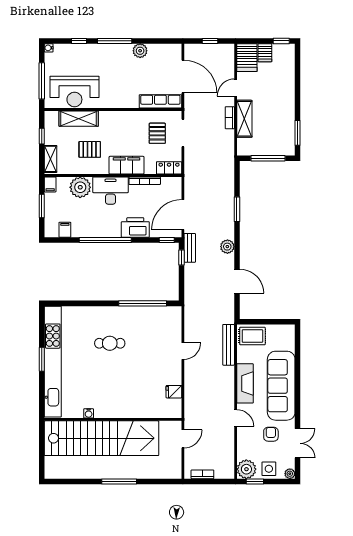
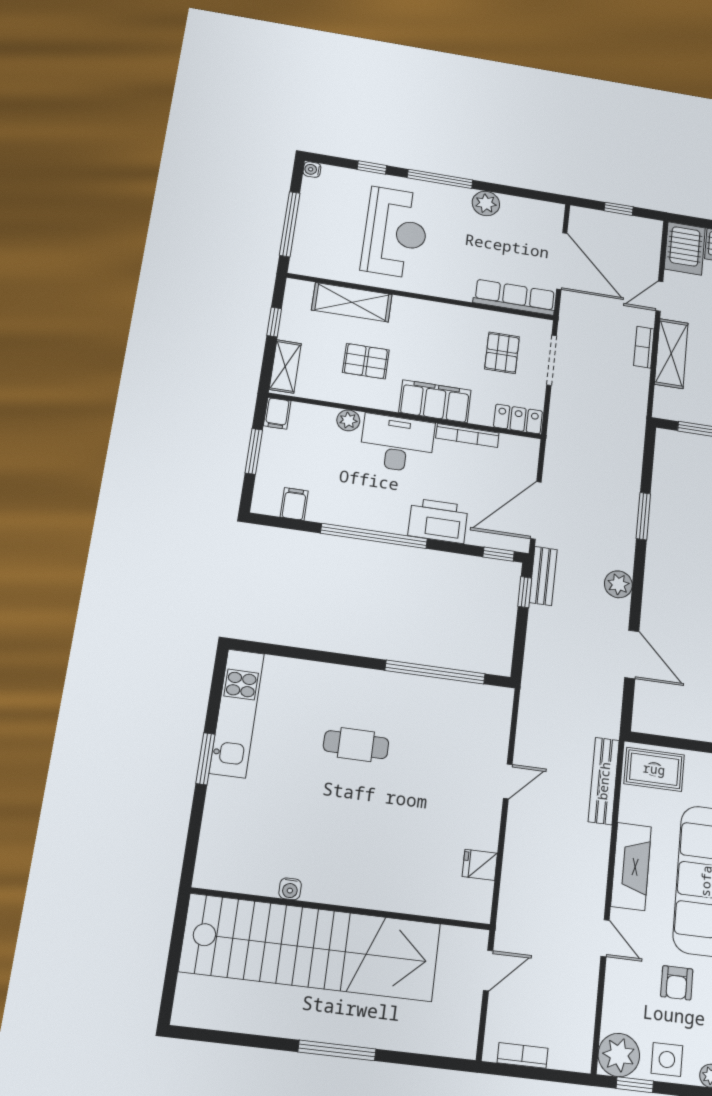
reception desk: (74, 92) -> (395, 233), moved, turned -90
plant: (80, 187) -> (348, 420), width x0.53, depth x0.53
kitchen unit: (53, 362) -> (237, 713), width x0.54
armchair: (271, 434) -> (677, 983), turned 180

